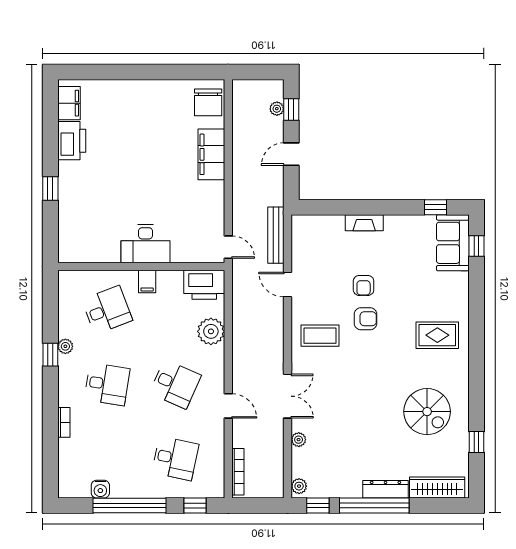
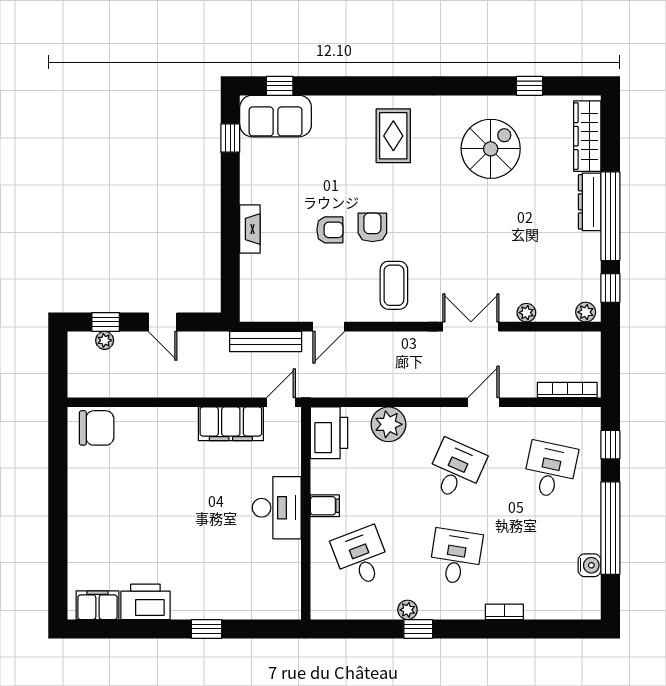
filing cabinet: (211, 154) -> (231, 424), moved

